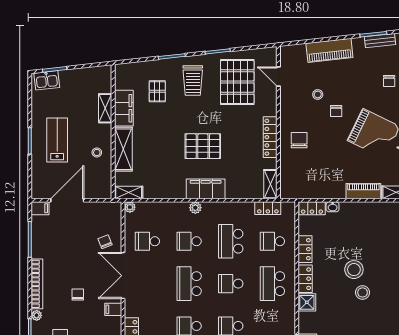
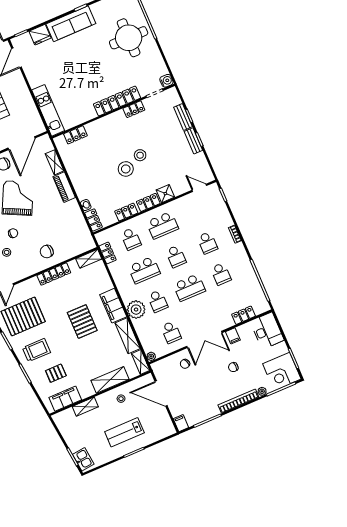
filing cabinet: (124, 108) -> (65, 399), moved
shelving: (165, 191) -> (128, 336), added
door: (67, 200) -> (161, 394), moved
plant: (195, 208) -> (136, 310), width x1.87, depth x1.87

